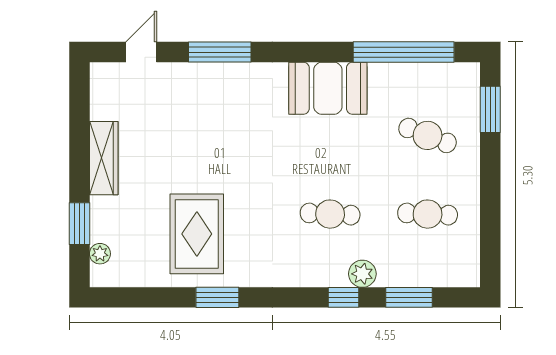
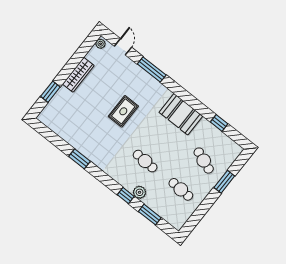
door: (141, 52) -> (123, 47), hinge flipped
window: (404, 52) -> (219, 123), width x0.32
window: (490, 109) -> (224, 182), moved
rug: (197, 234) -> (123, 111), moved, width x0.73, depth x0.70
plant: (100, 254) -> (101, 44), moved

